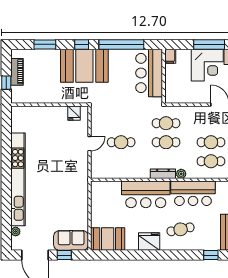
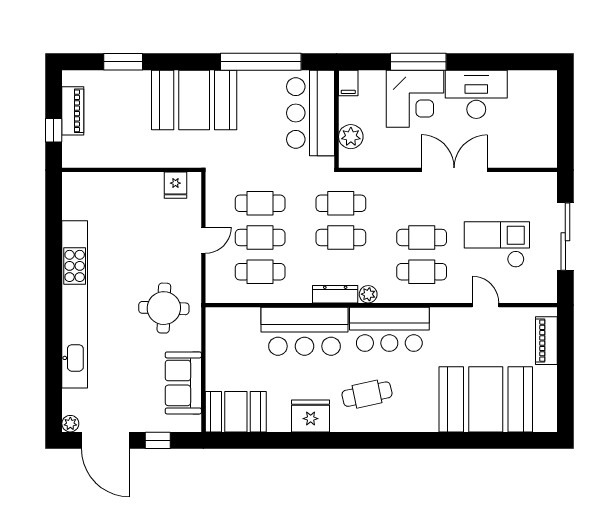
window: (82, 44) -> (189, 62), removed
plant: (172, 86) -> (351, 137), added
cafe table: (121, 123) -> (260, 203), added
cafe table: (121, 161) -> (260, 272), added
round table: (68, 181) -> (164, 308), added
plant: (16, 232) -> (70, 424), moved
sofa: (71, 240) -> (183, 383), moved, turned -90
window: (211, 255) -> (422, 440), removed

